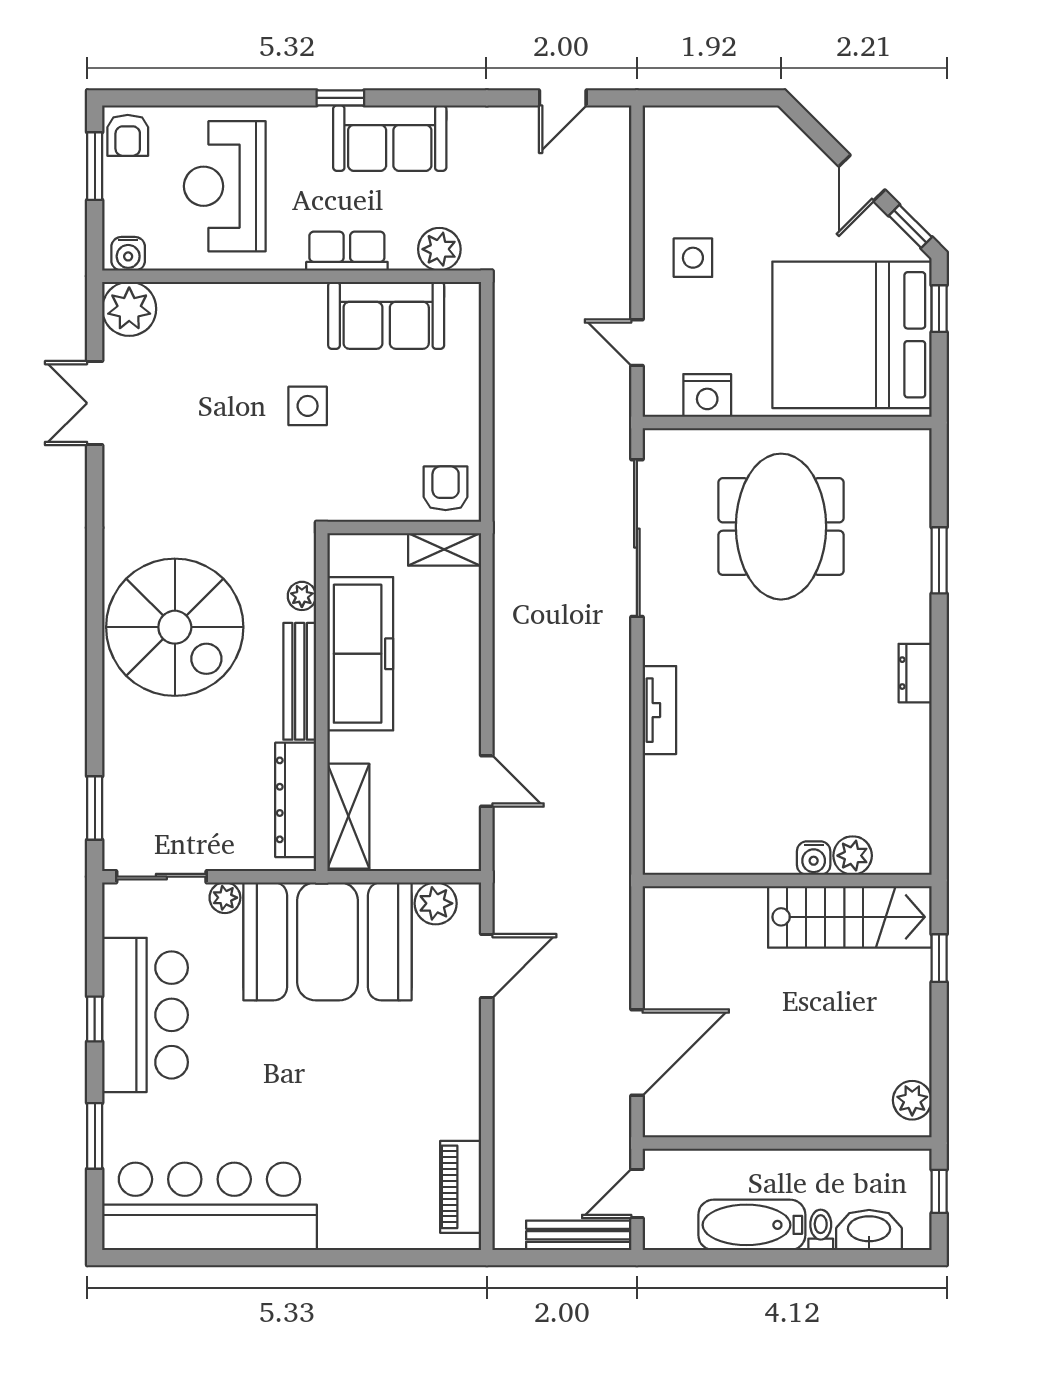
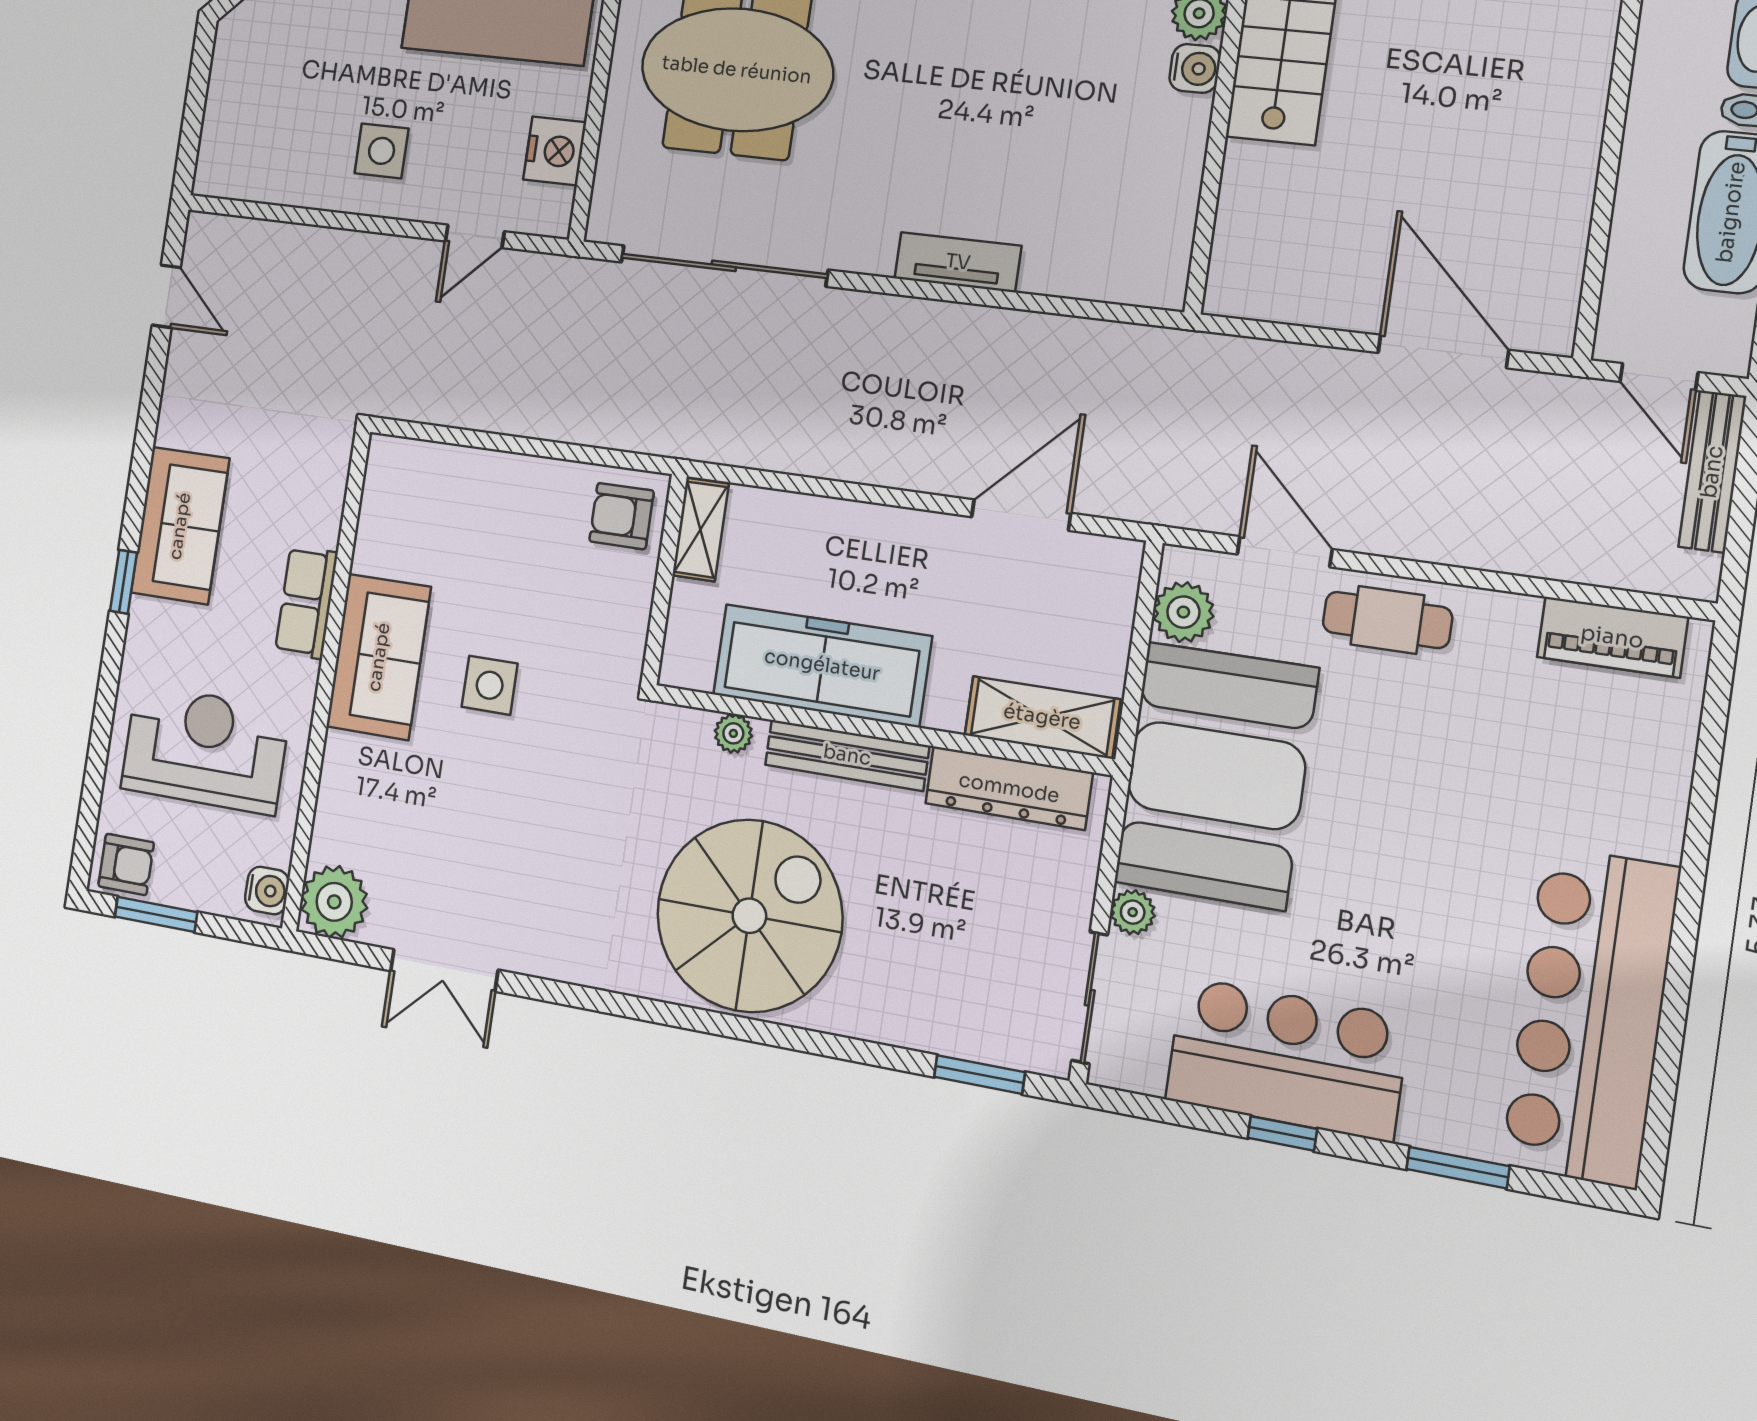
reception desk: (225, 186) -> (205, 749), turned 180
plant: (439, 249) -> (322, 481), removed
sofa: (386, 315) -> (379, 657), moved
door: (487, 781) -> (1021, 515), width x1.37
cafe table: (450, 1041) -> (1387, 620), added

